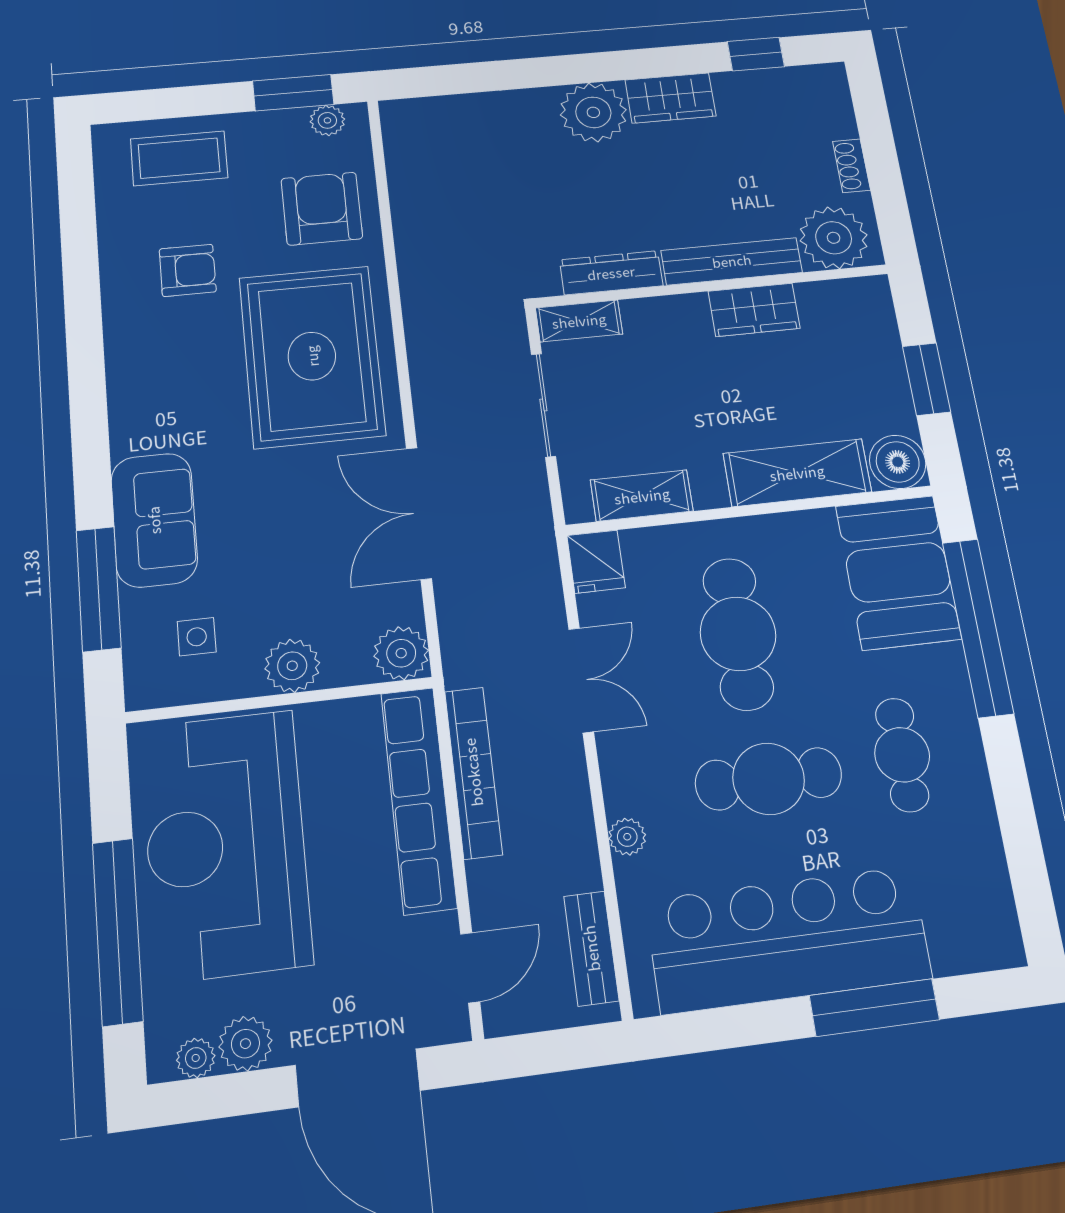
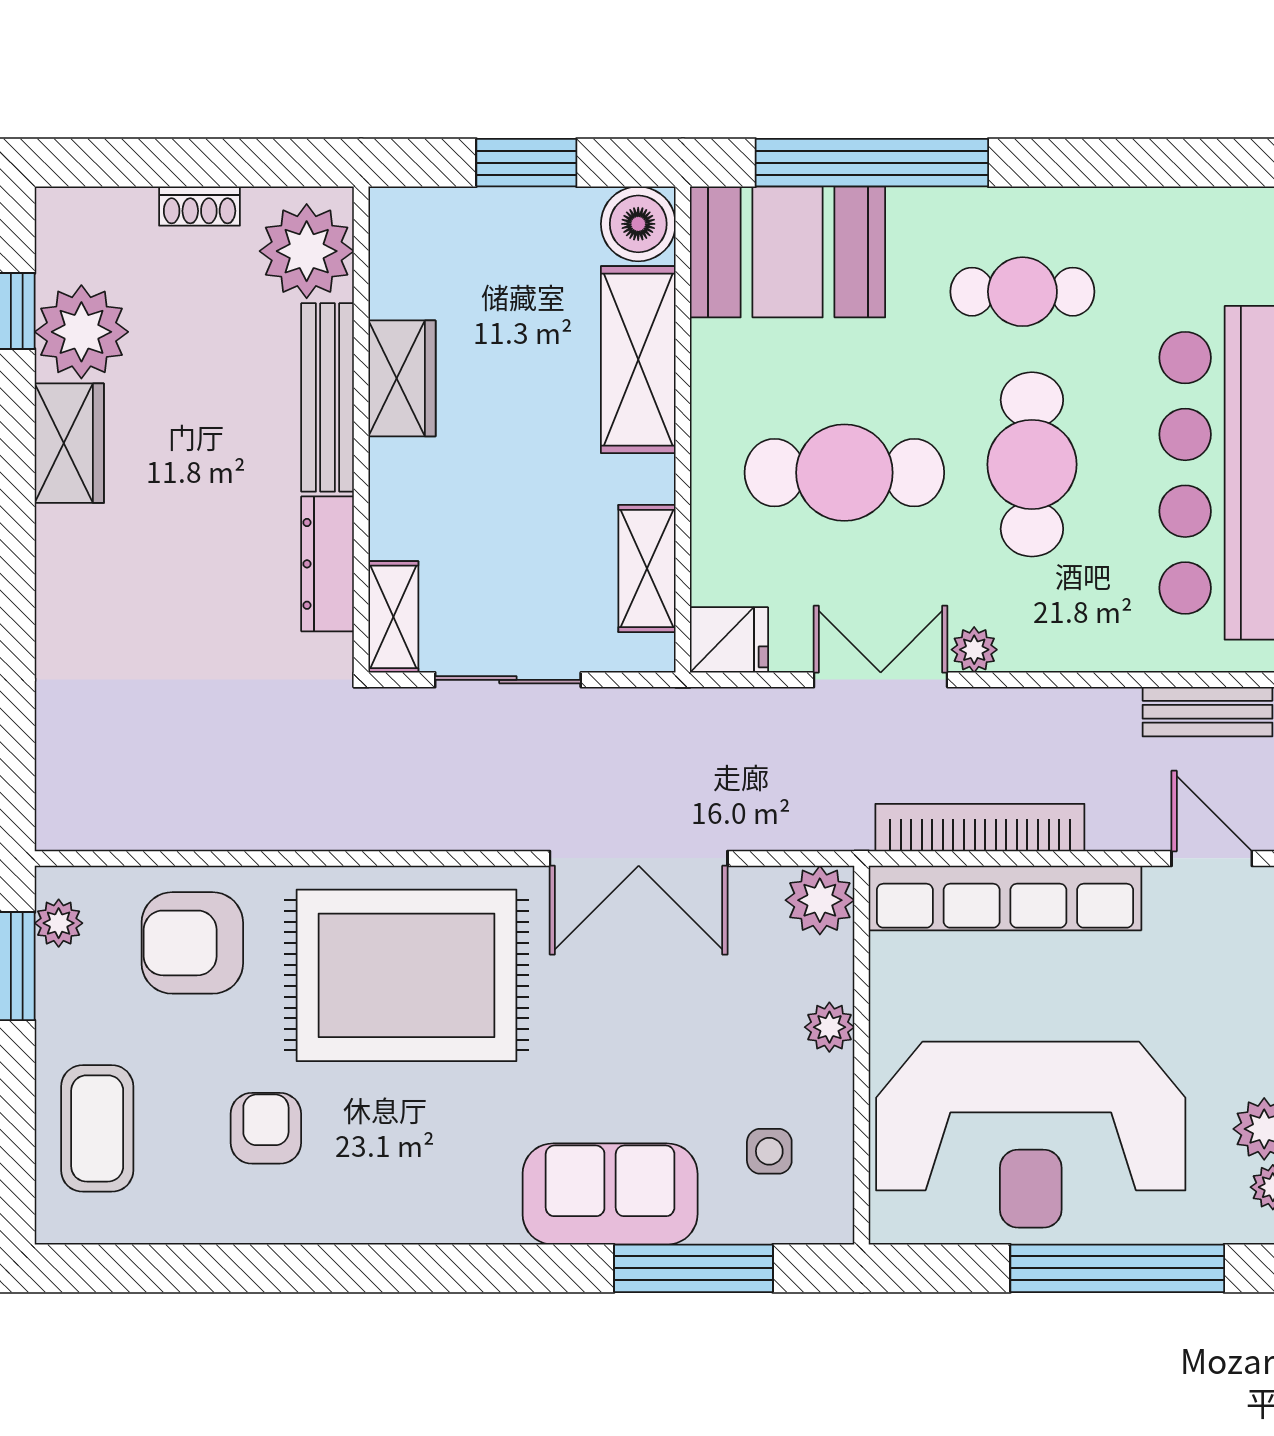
plant: (593, 112) -> (81, 332), moved
plant: (292, 666) -> (829, 1027), width x0.73, depth x0.73
plant: (627, 837) -> (974, 650), moved

